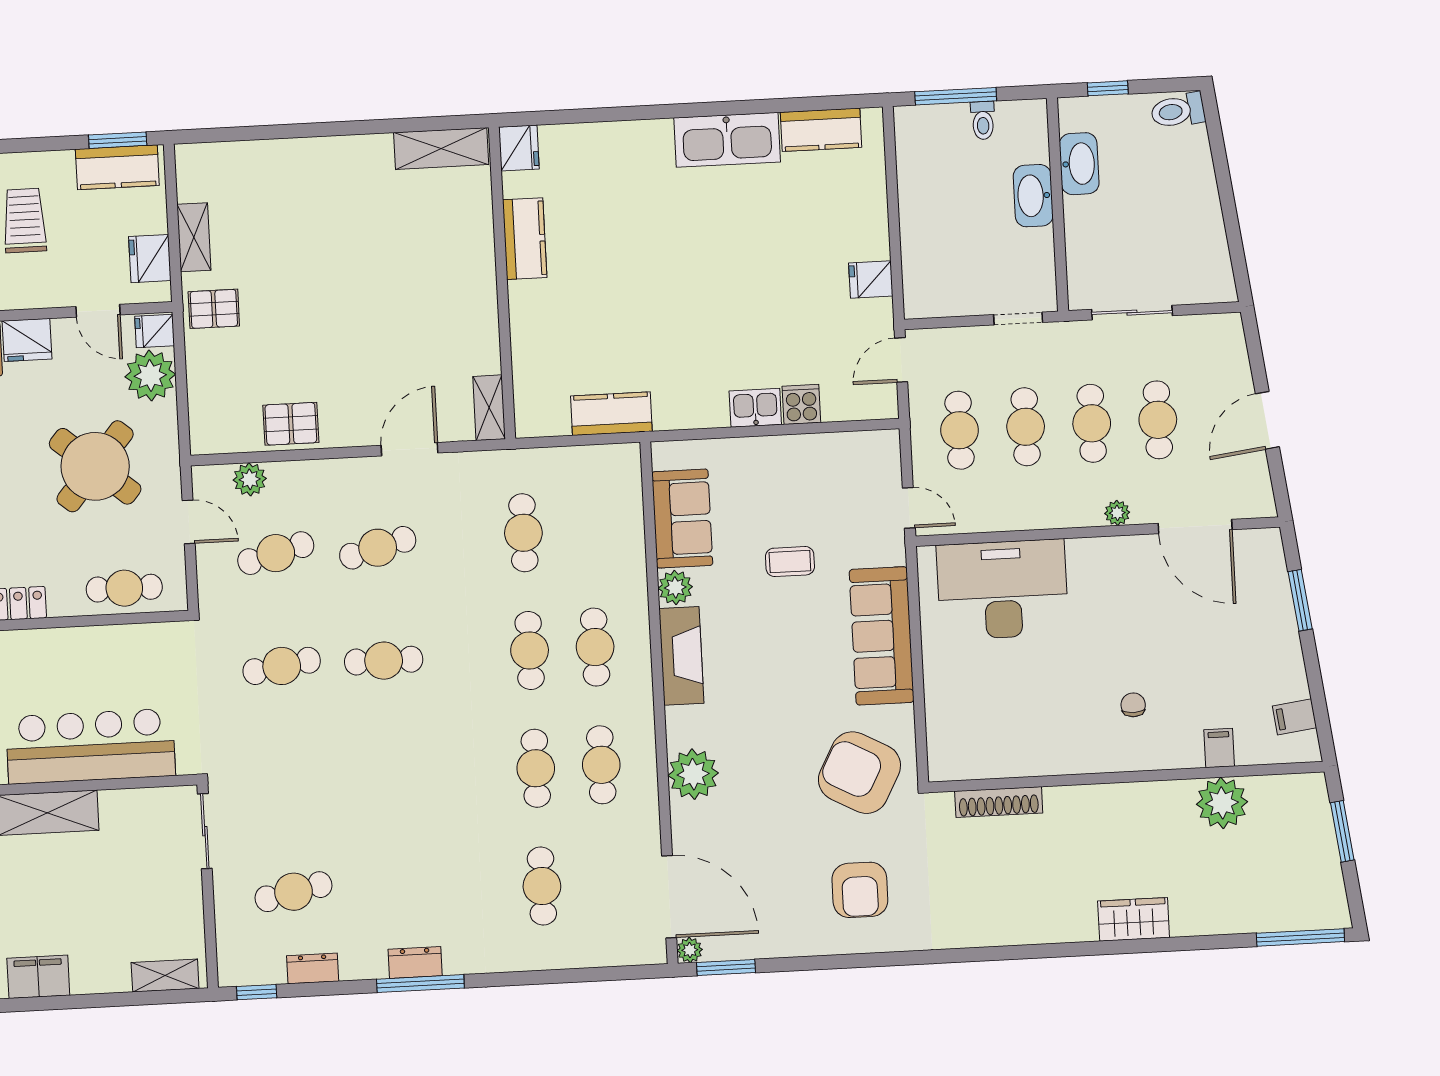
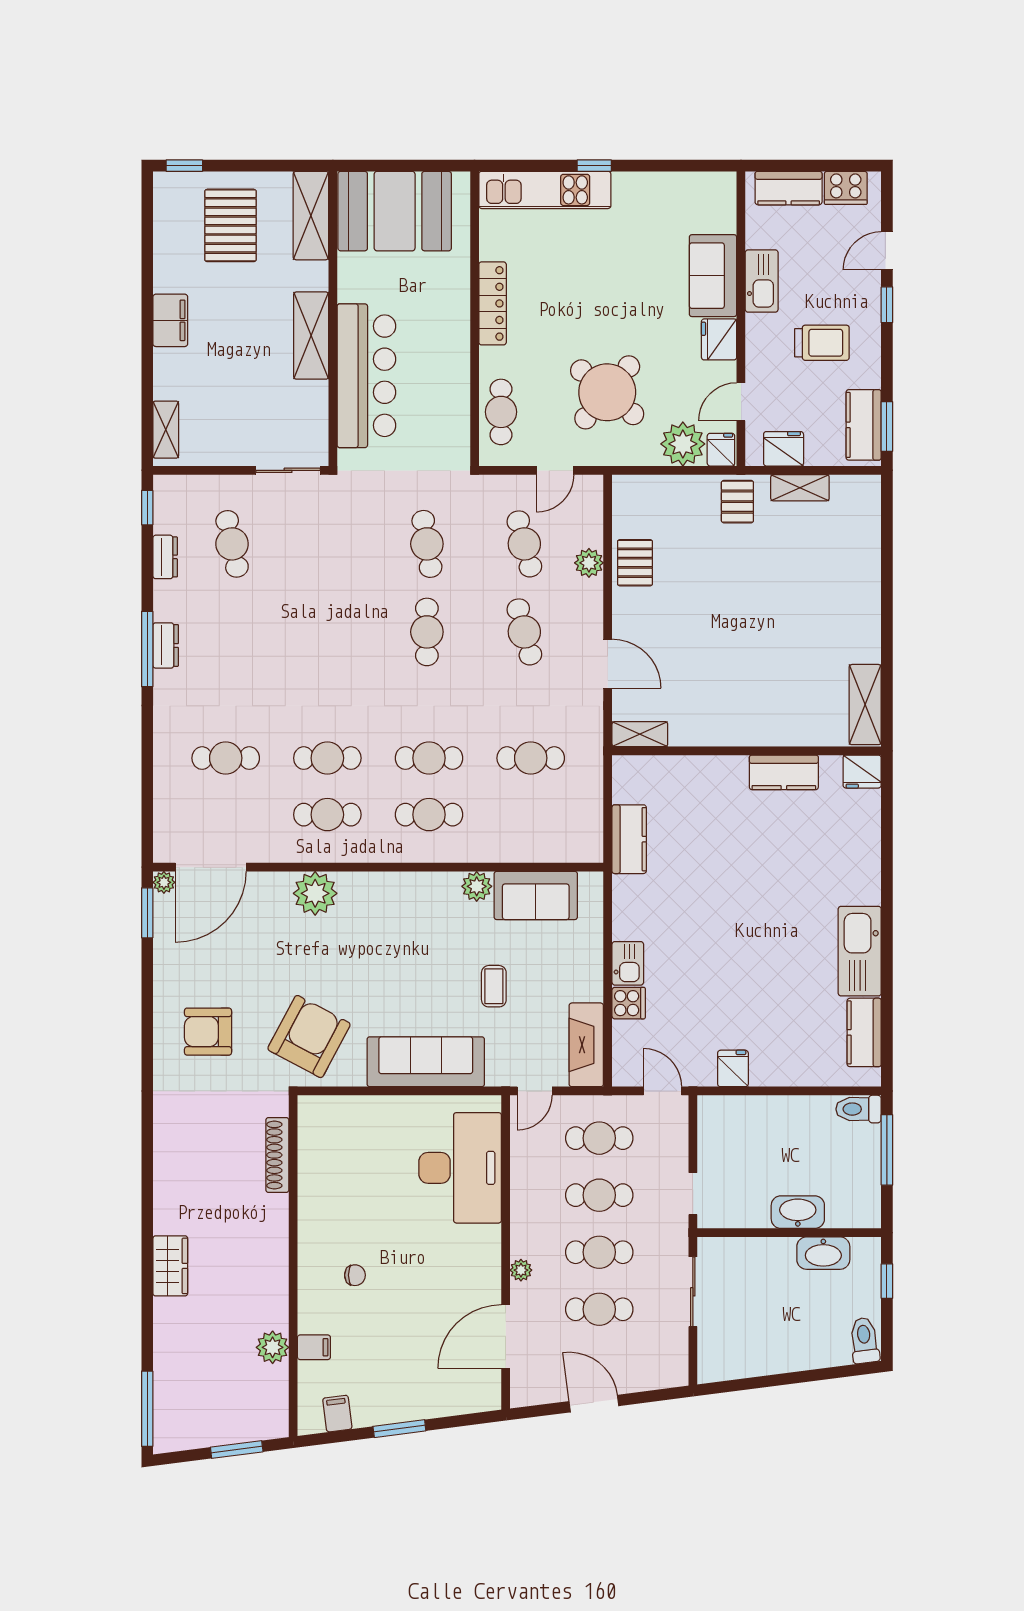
toilet: (983, 120) -> (859, 1109), moved, width x1.37, depth x1.39
plant: (250, 479) -> (589, 563), moved
window: (1300, 600) -> (399, 1429), moved
fireplace: (681, 656) -> (586, 1045), moved, turned 90
plant: (1222, 803) -> (273, 1347), width x0.73, depth x0.73

